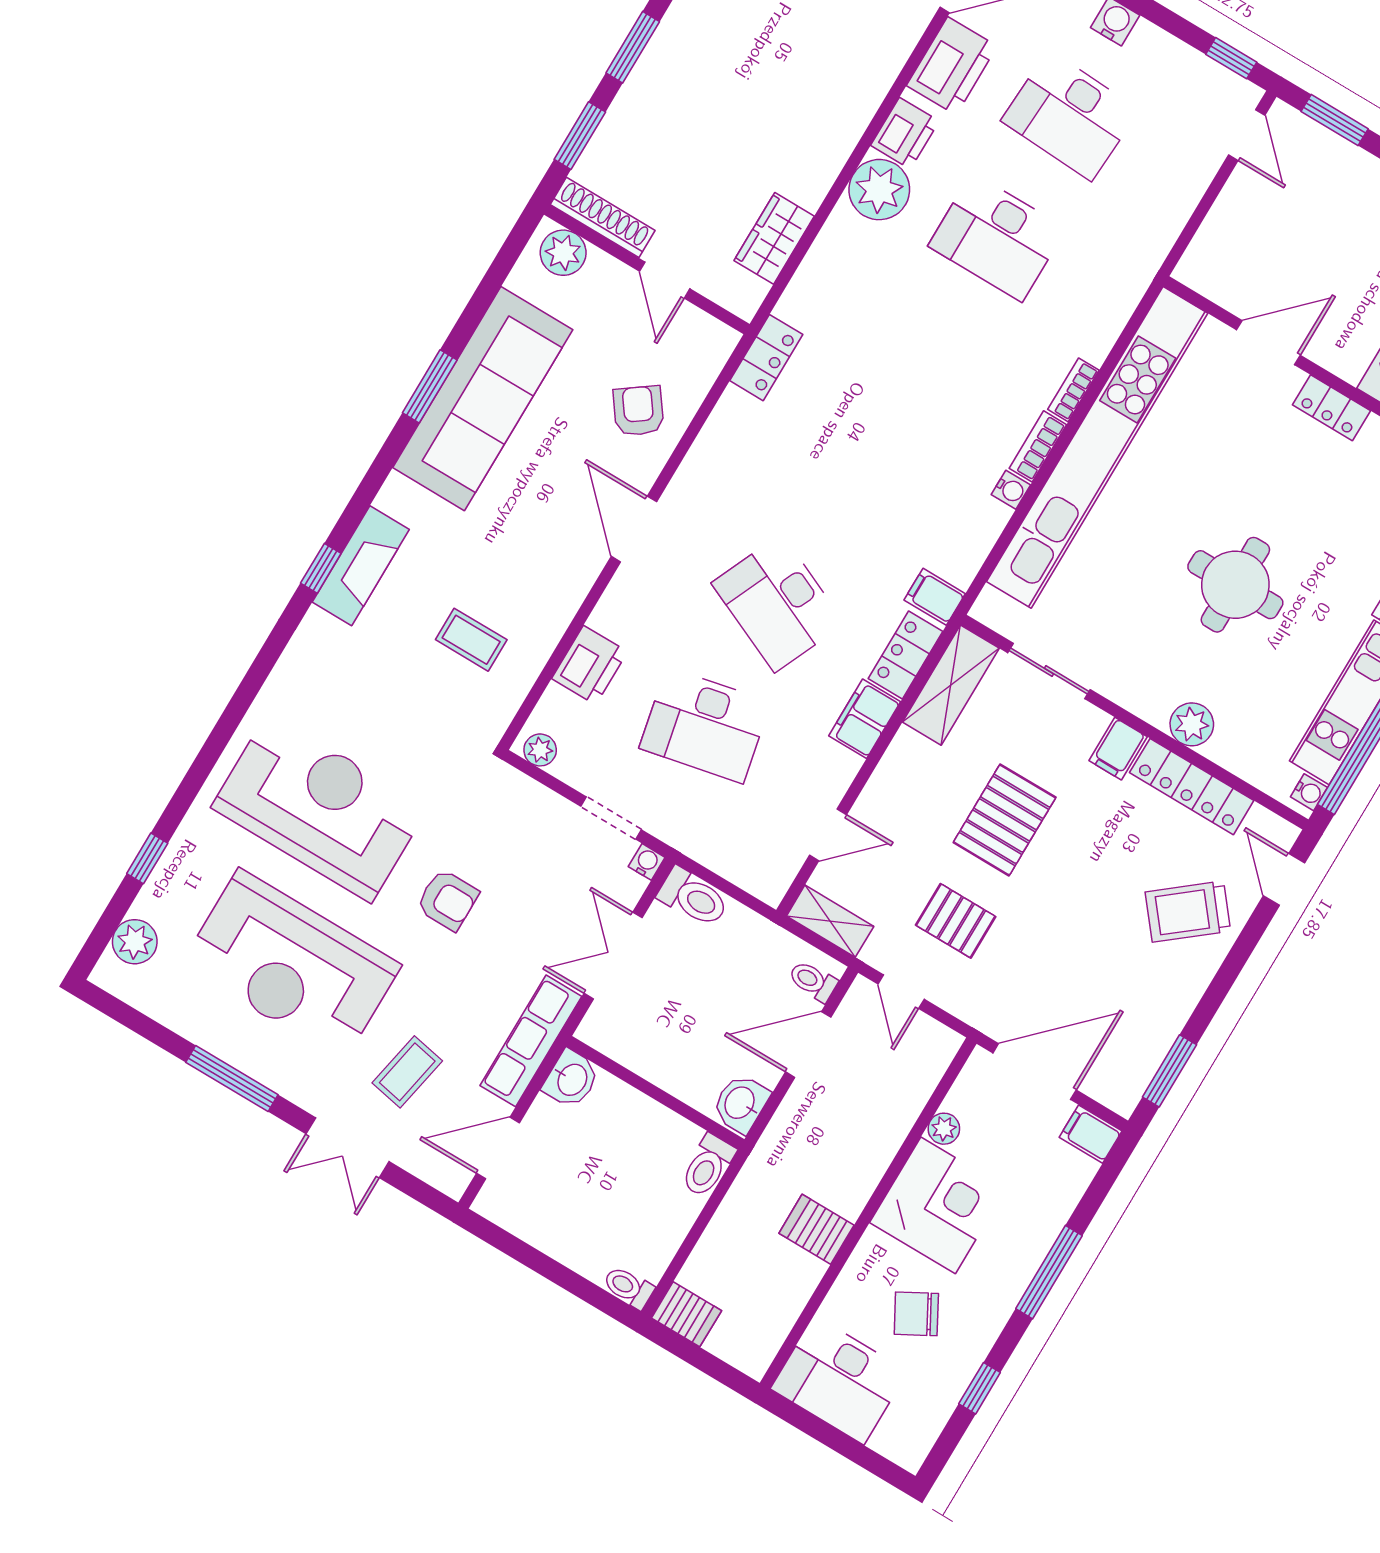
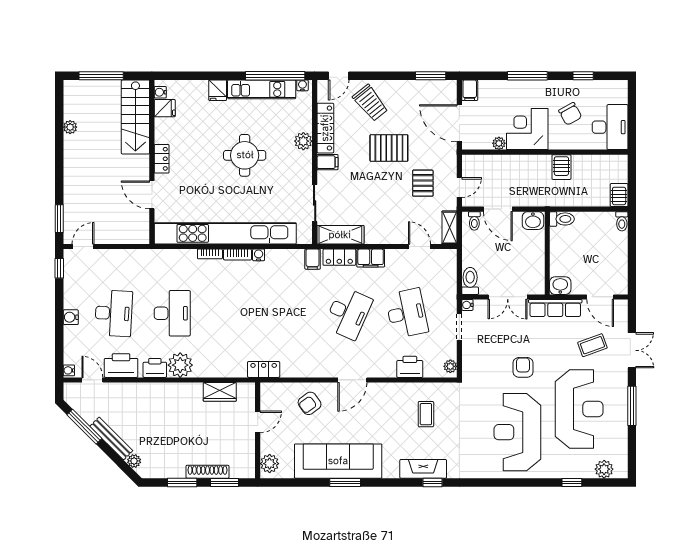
shoe rack: (603, 217) -> (207, 472), moved, turned 90
pallet: (1005, 820) -> (389, 148), moved
coffee table: (407, 1072) -> (592, 345), turned -31

